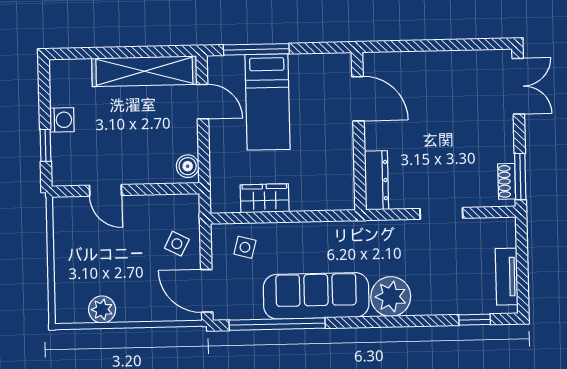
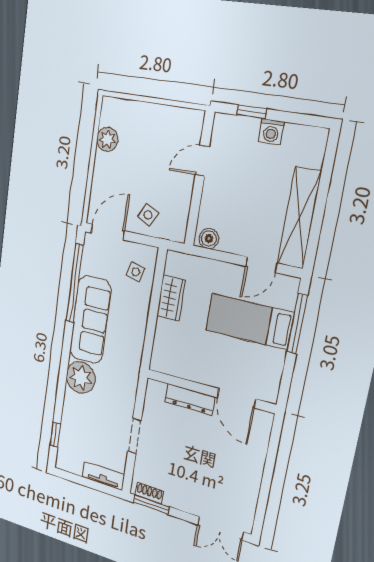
door: (358, 99) -> (236, 398), hinge flipped
dresser: (376, 180) -> (190, 399), moved
tv unit: (507, 277) -> (103, 476), moved

